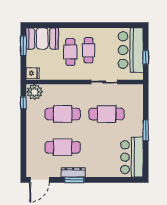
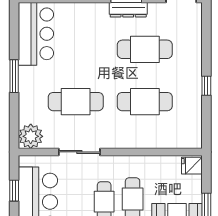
plant: (34, 92) -> (31, 136), moved
window: (23, 103) -> (206, 86), moved

